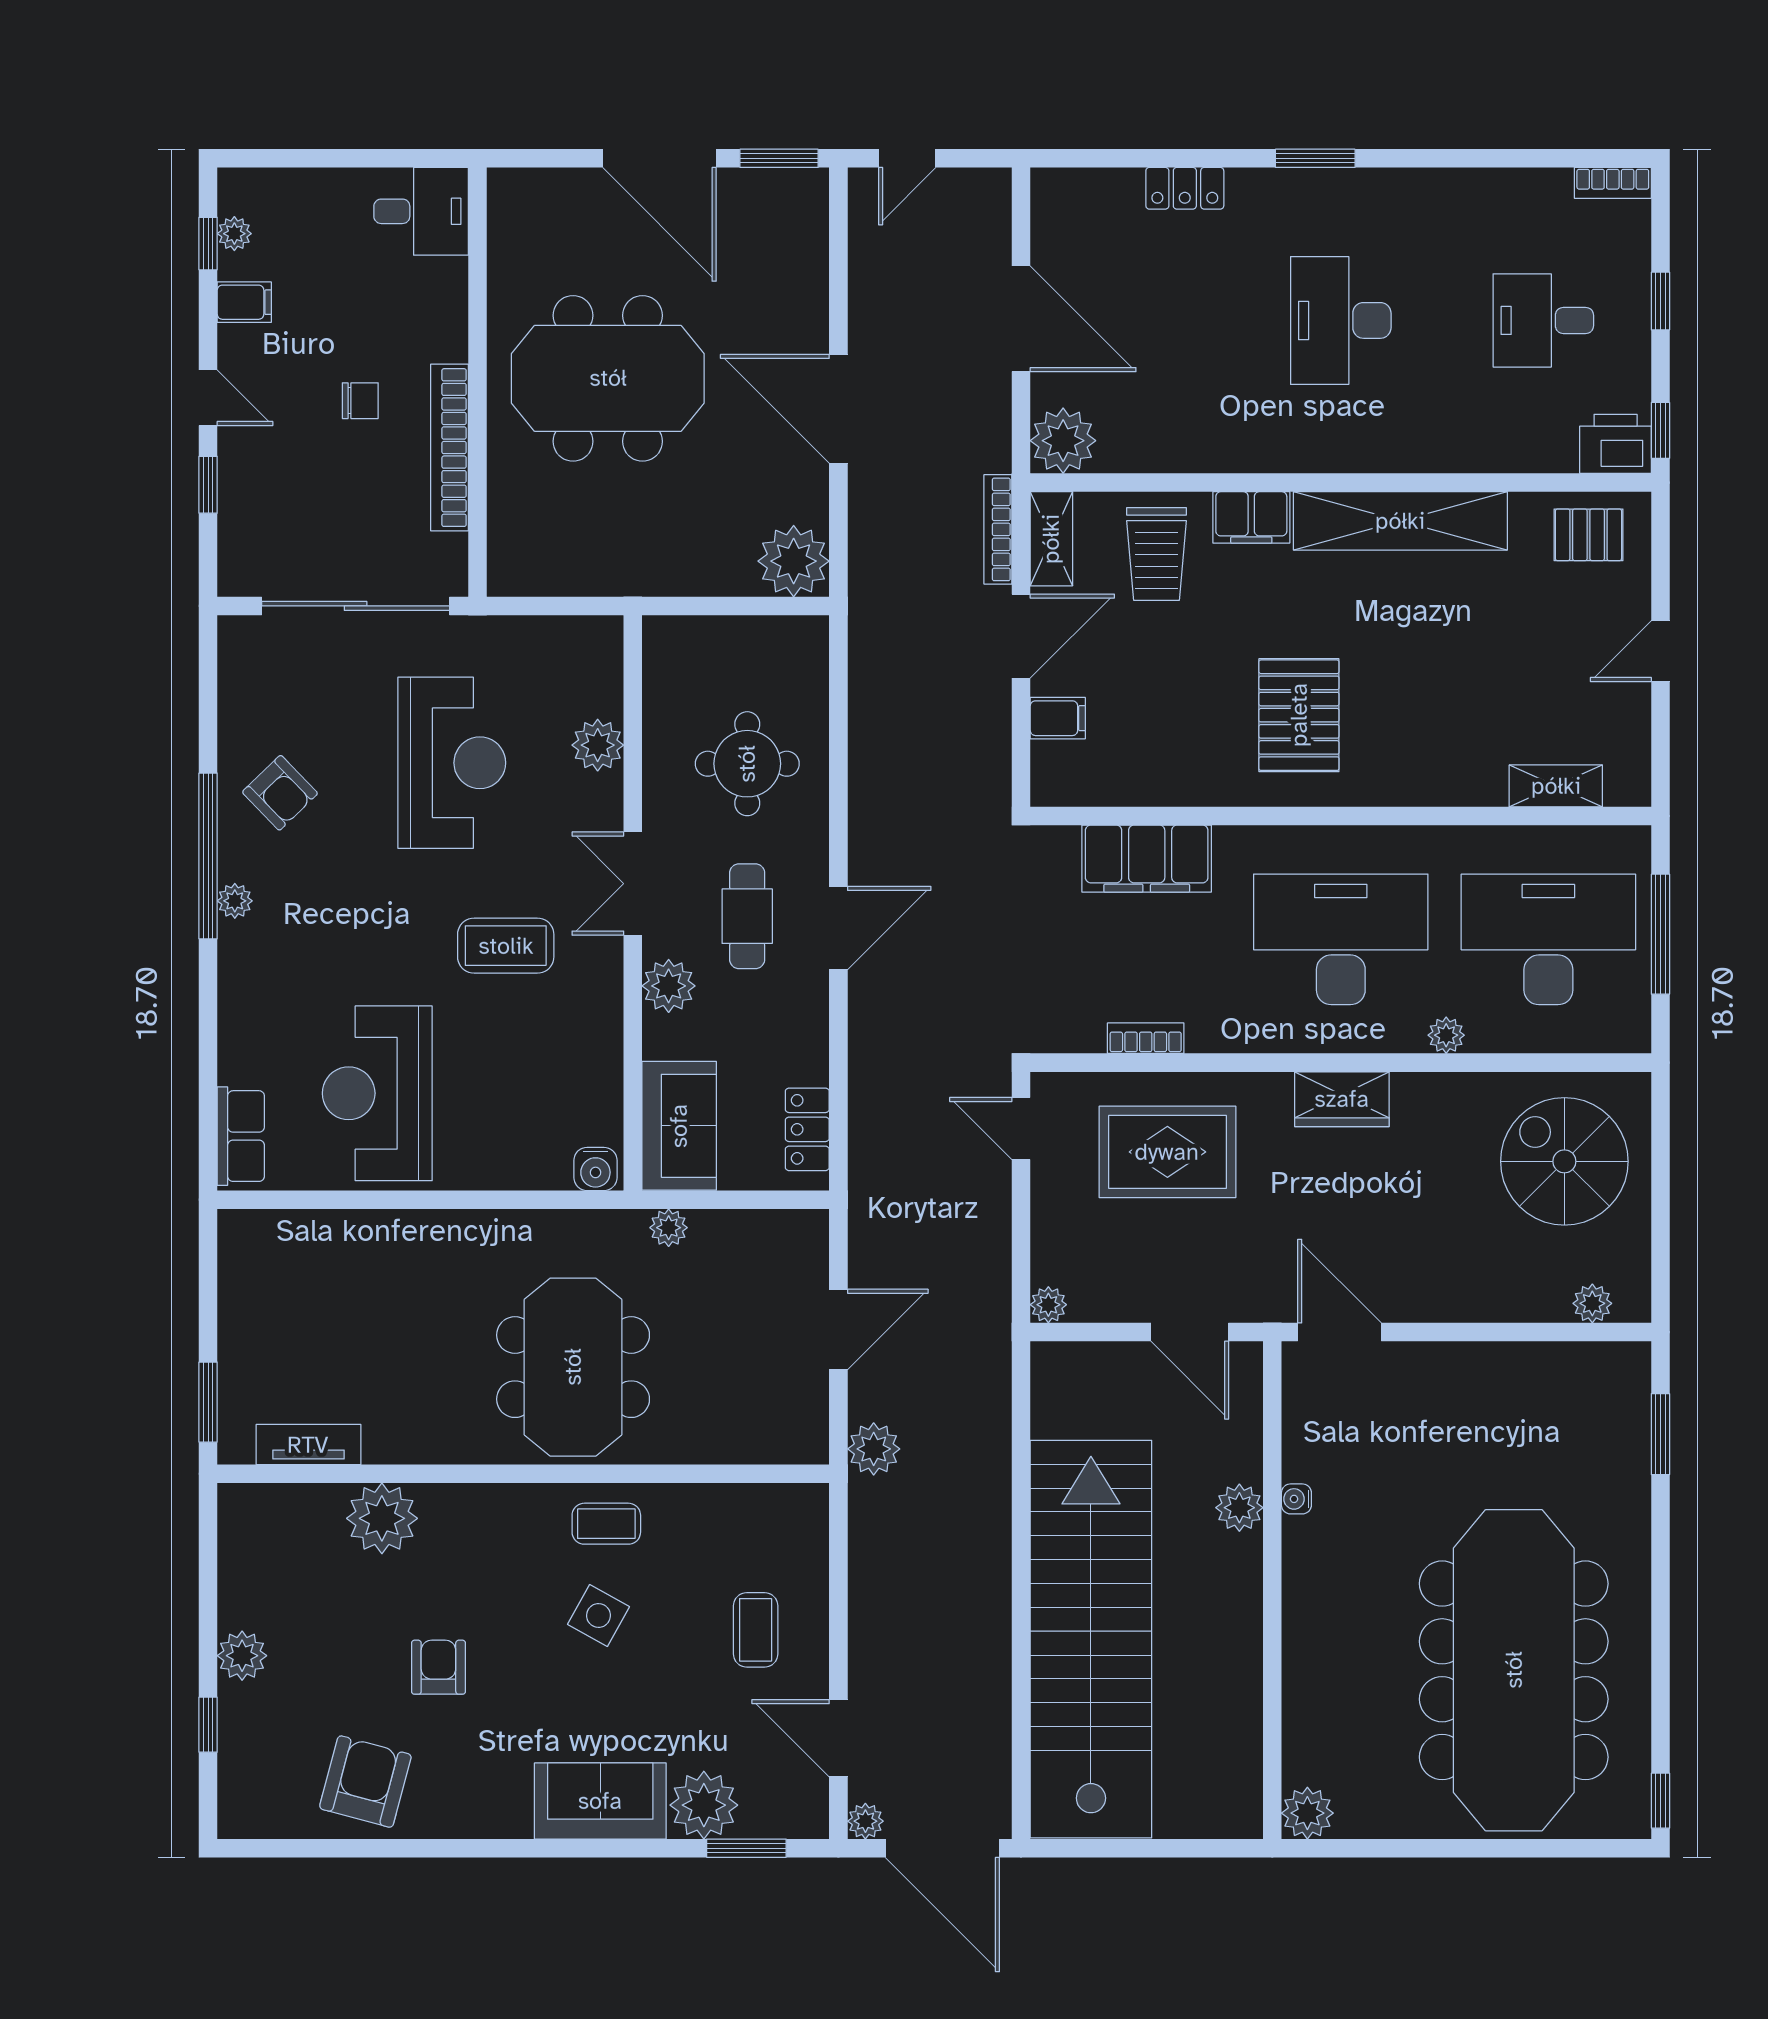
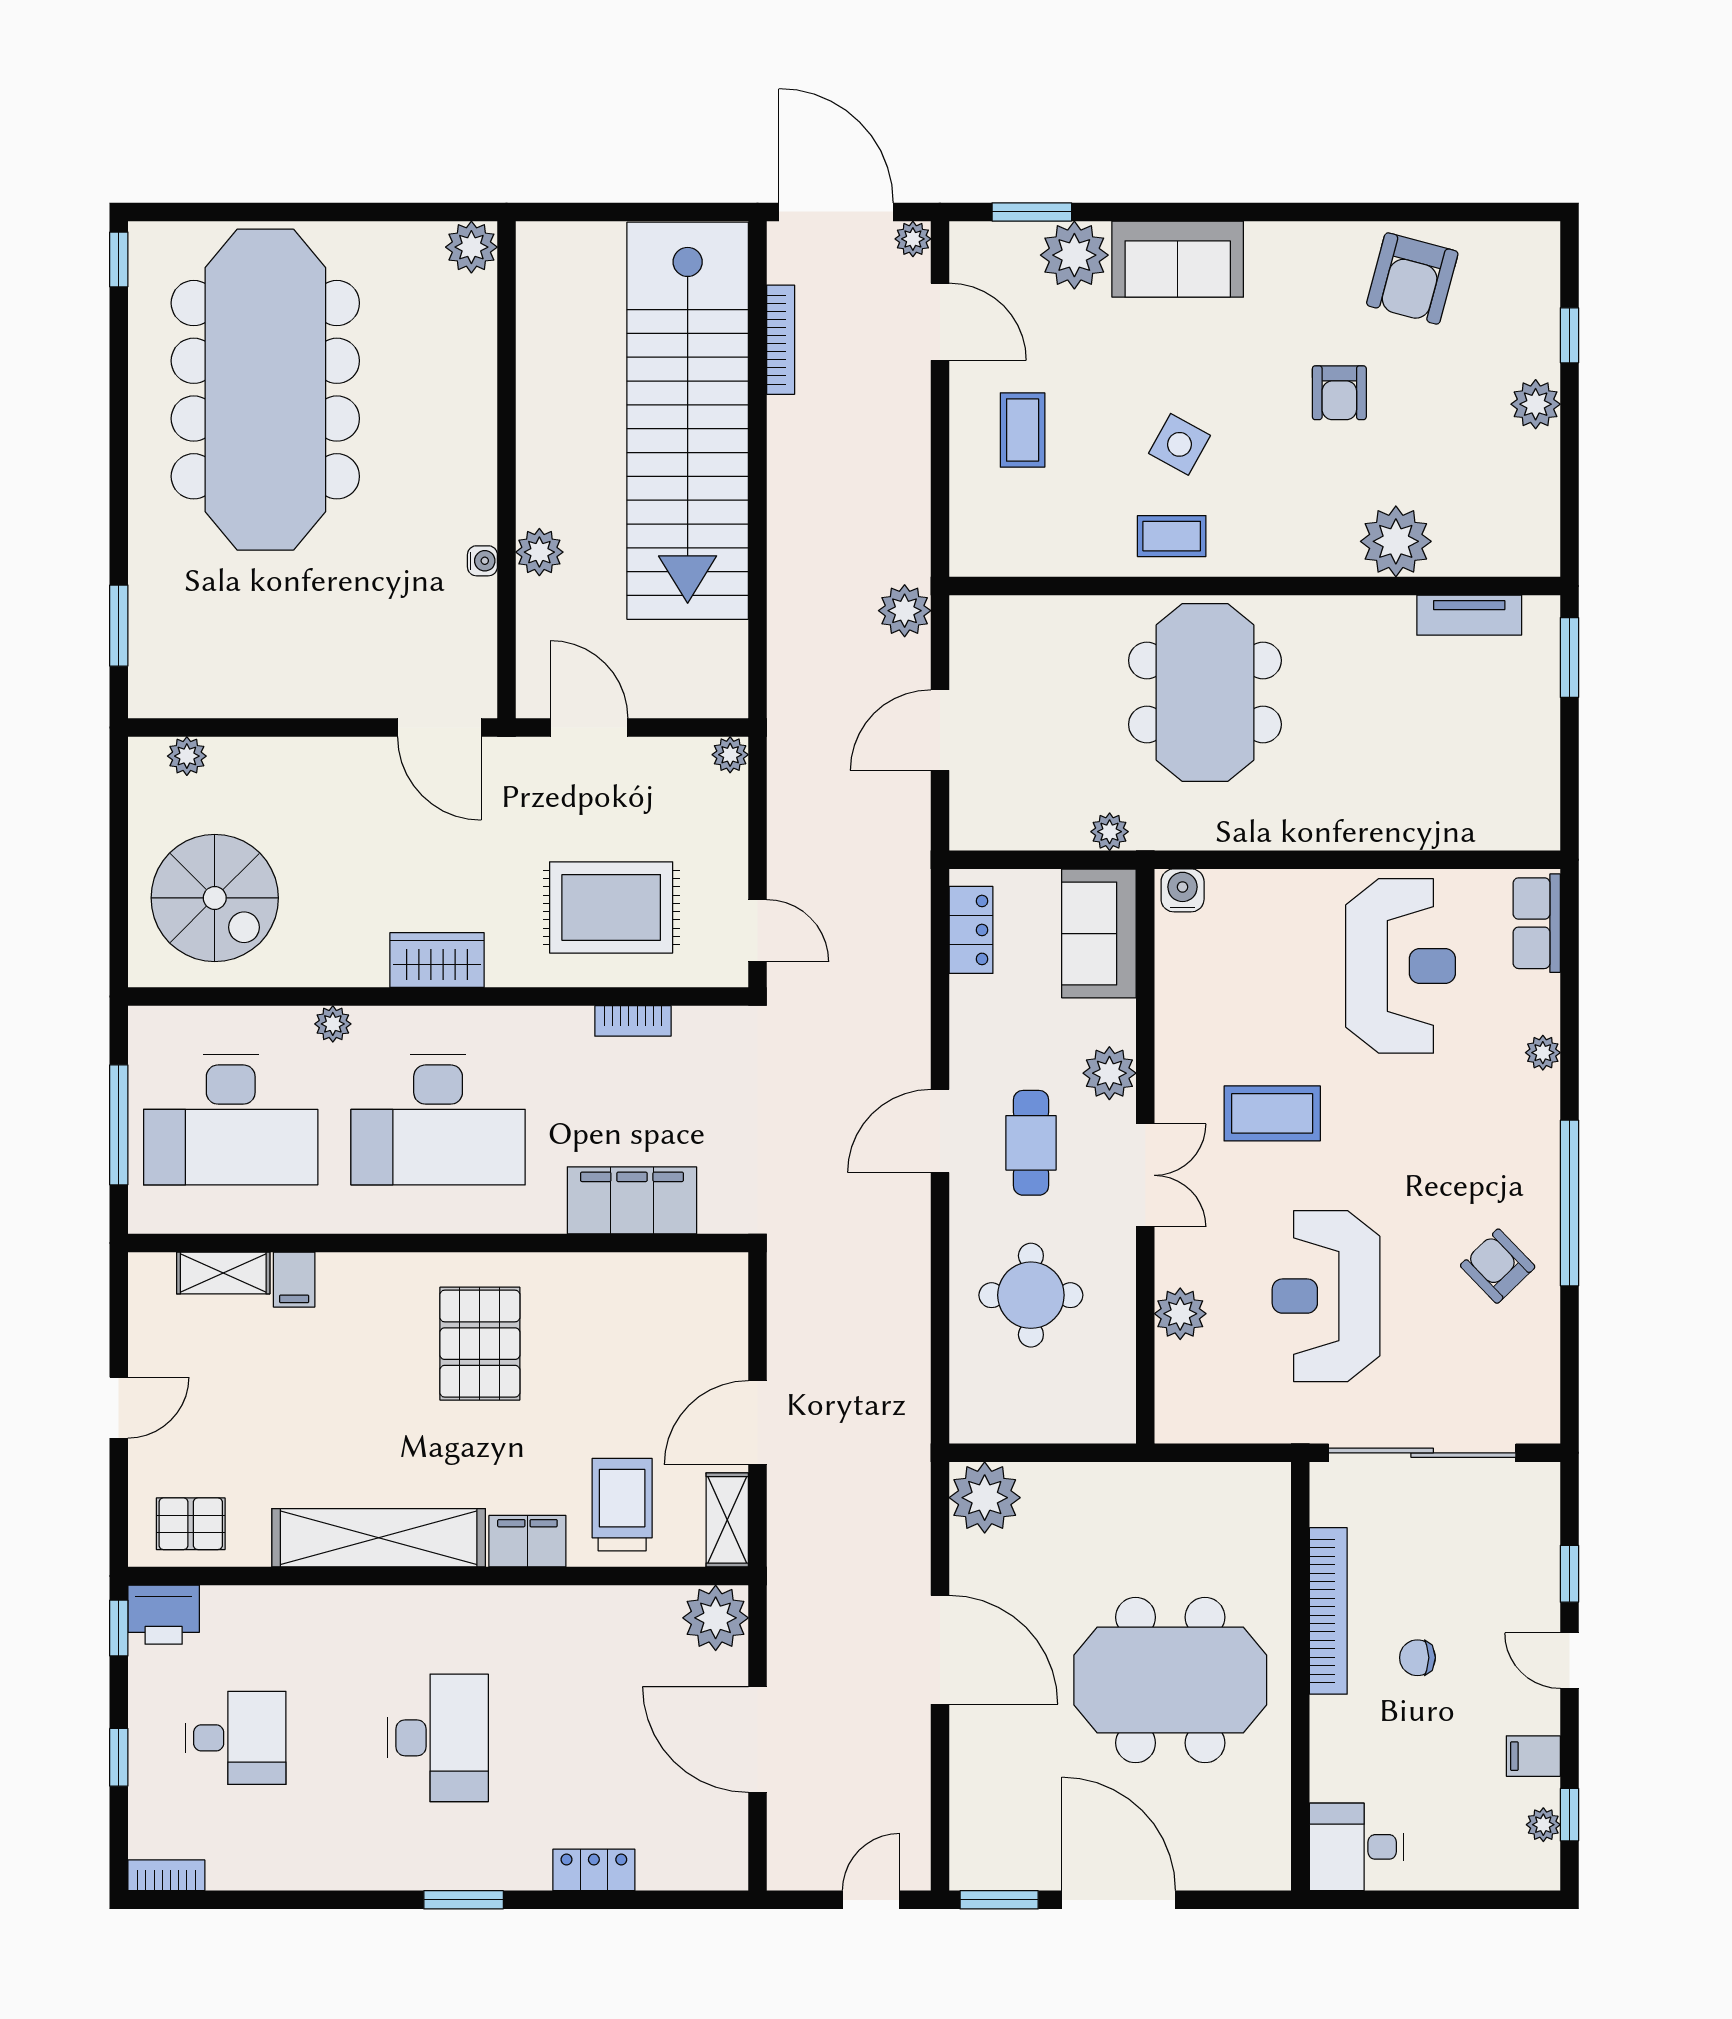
bookcase: (998, 529) -> (781, 340), moved
filing cabinet: (1058, 718) -> (294, 1280), moved, turned -90
plant: (235, 901) -> (1543, 1053), moved

